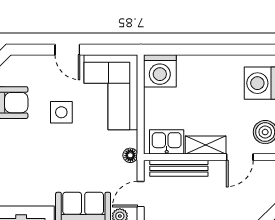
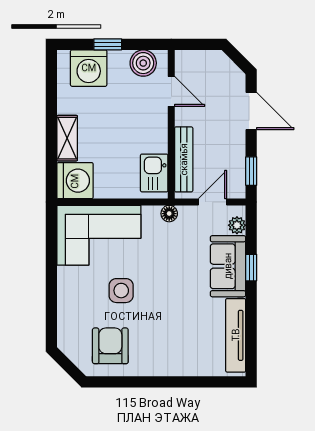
door: (67, 50) -> (51, 284), removed
shelving: (206, 145) -> (67, 138), moved
door: (141, 194) -> (212, 202), swing flipped

